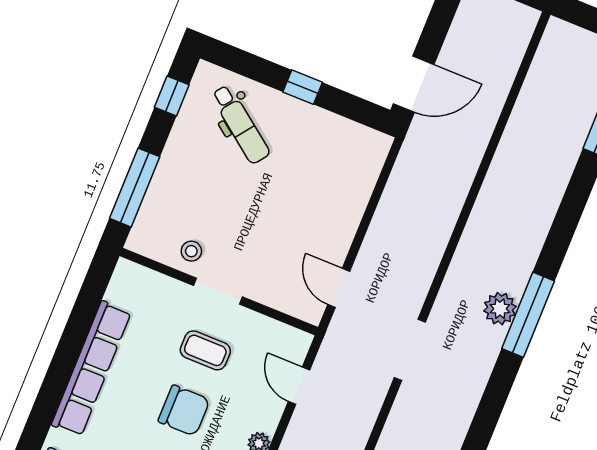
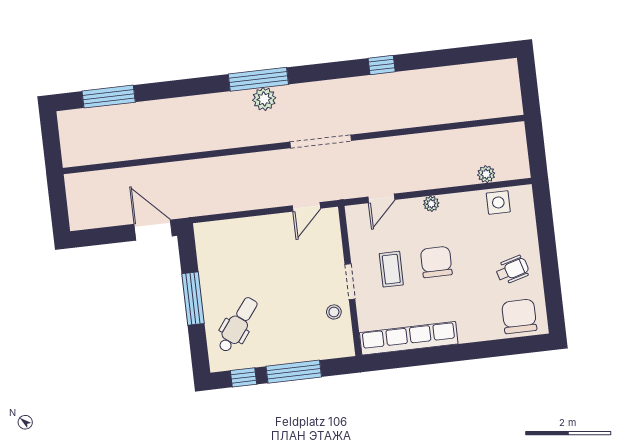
window: (303, 87) -> (193, 299), width x2.17
window: (135, 188) -> (294, 372), moved
doorway: (410, 350) -> (321, 141), width x1.36
row of seats: (91, 369) -> (409, 338), moved

